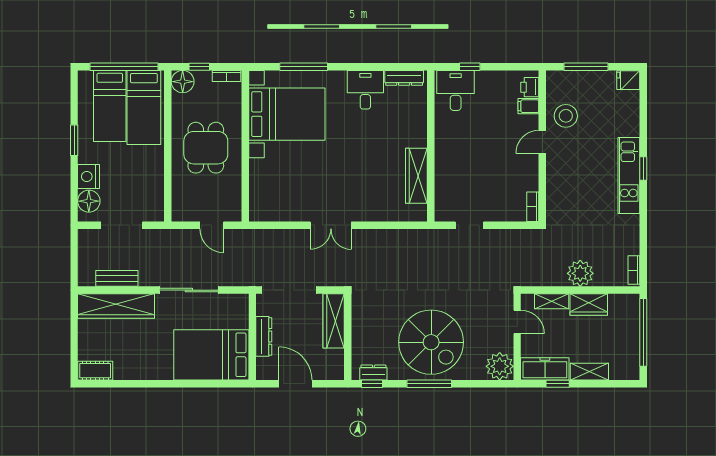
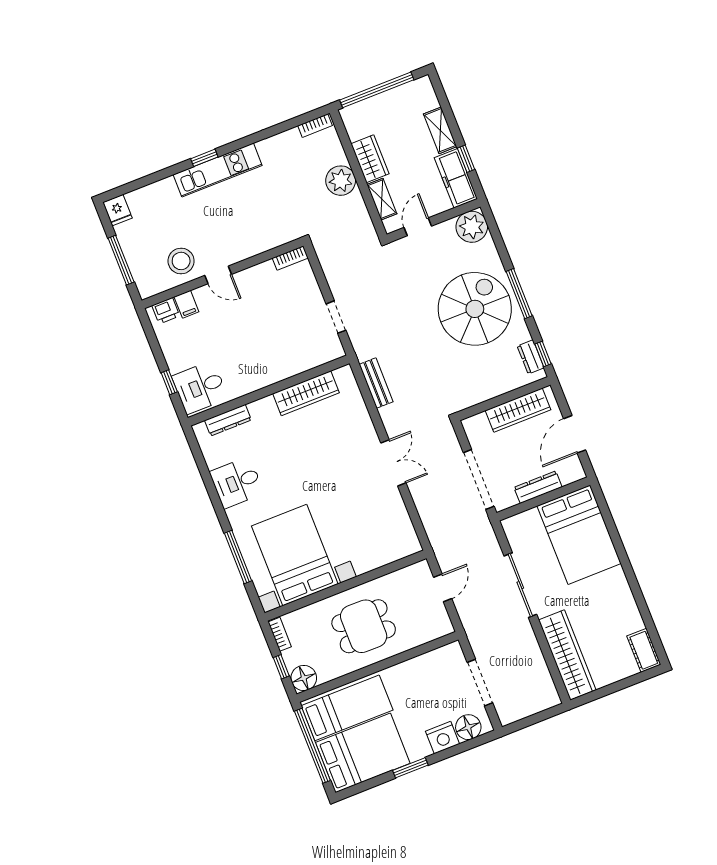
dresser: (404, 78) -> (228, 420), moved, turned 90
bed: (110, 106) -> (363, 753), width x1.50
bench: (117, 278) -> (376, 383), moved
wardrobe: (334, 321) -> (518, 410), moved

